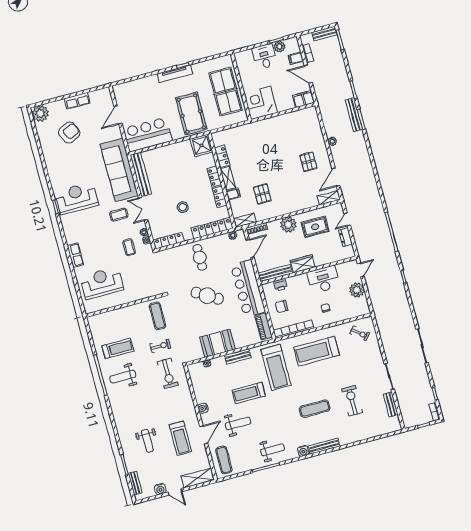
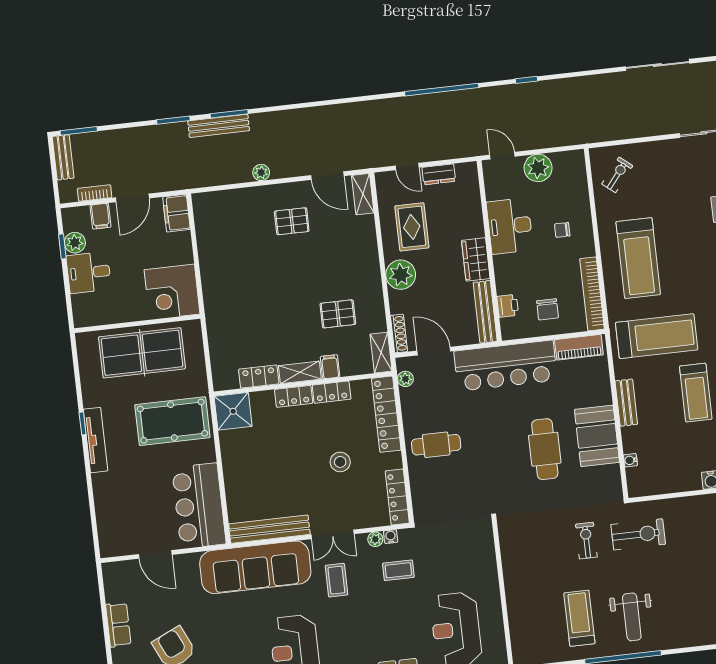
cafe table: (207, 296) -> (545, 449), moved, turned -31
exercise mat: (158, 316) -> (531, 537), removed

